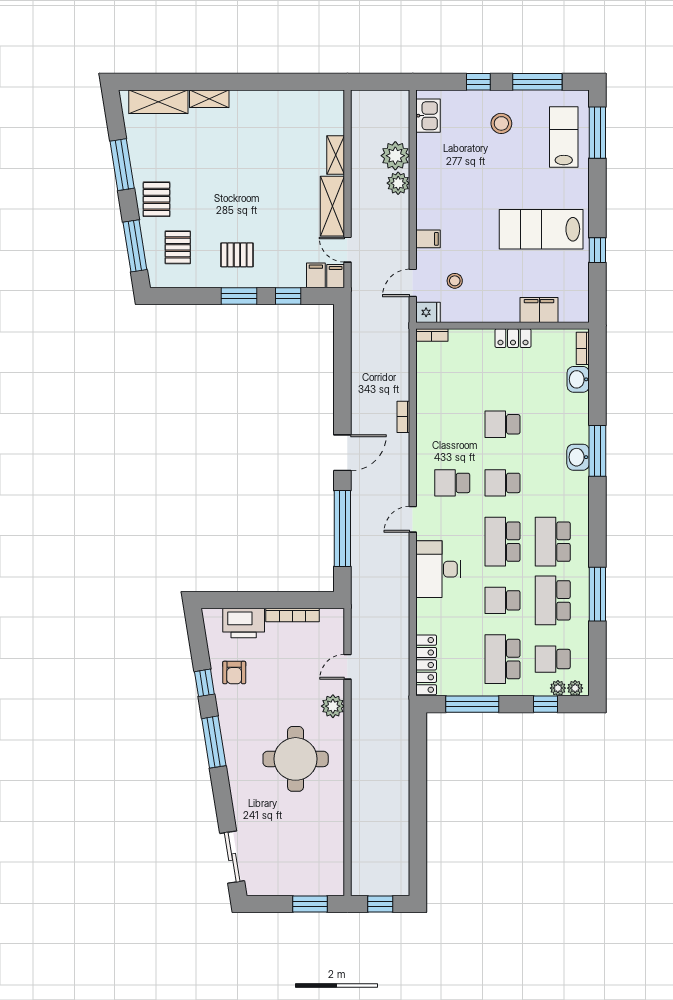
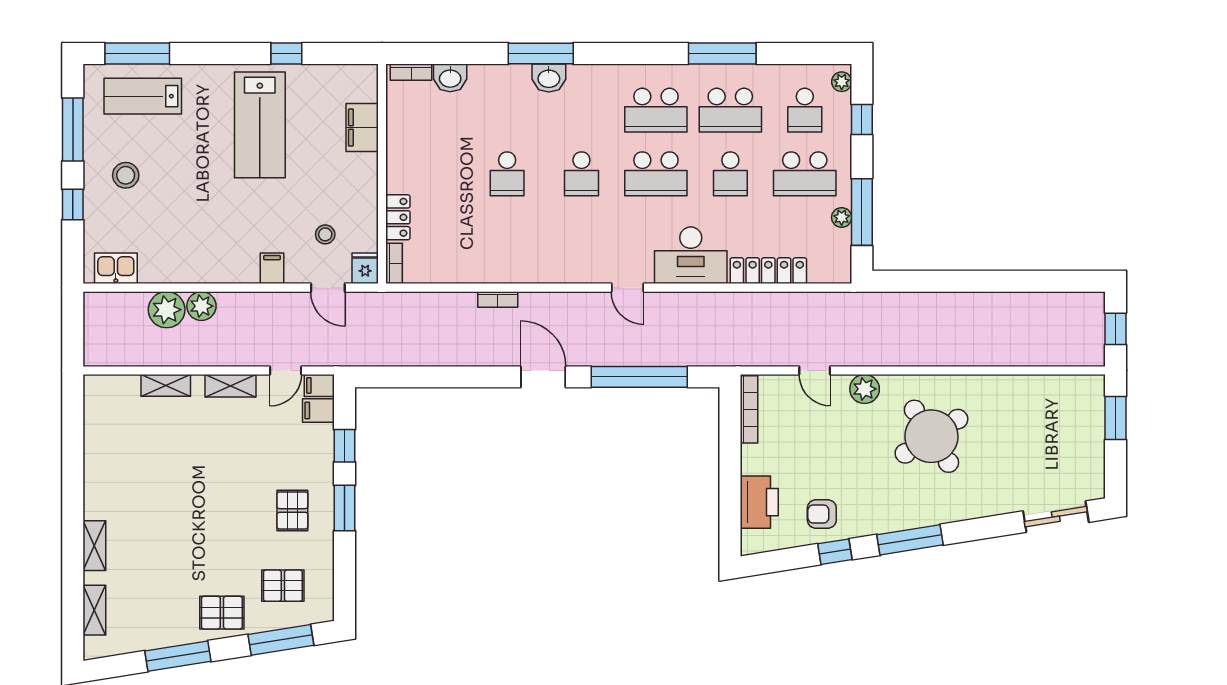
shelving: (158, 102) -> (94, 610), width x0.67, depth x0.75
shelving: (332, 206) -> (230, 386), width x0.67, depth x0.75
locker: (513, 338) -> (398, 217), moved
school desk: (452, 483) -> (581, 237), removed
bookcase: (293, 615) -> (749, 409), moved
locker: (426, 665) -> (768, 271), moved
armchair: (234, 672) -> (822, 514), turned 180
plant: (558, 688) -> (842, 217), moved
round table: (296, 759) -> (931, 436), turned -33

